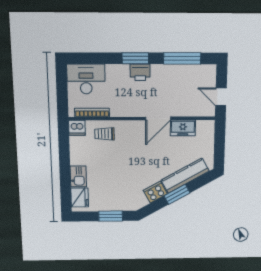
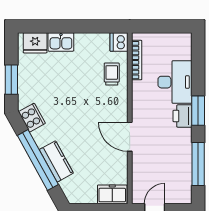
desk: (86, 79) -> (175, 82), moved
freezer: (183, 128) -> (112, 194), moved, turned 90
kitchen counter: (185, 176) -> (56, 161), width x0.67
cooker: (155, 192) -> (32, 118), moved
window: (177, 194) -> (38, 160), width x2.11

